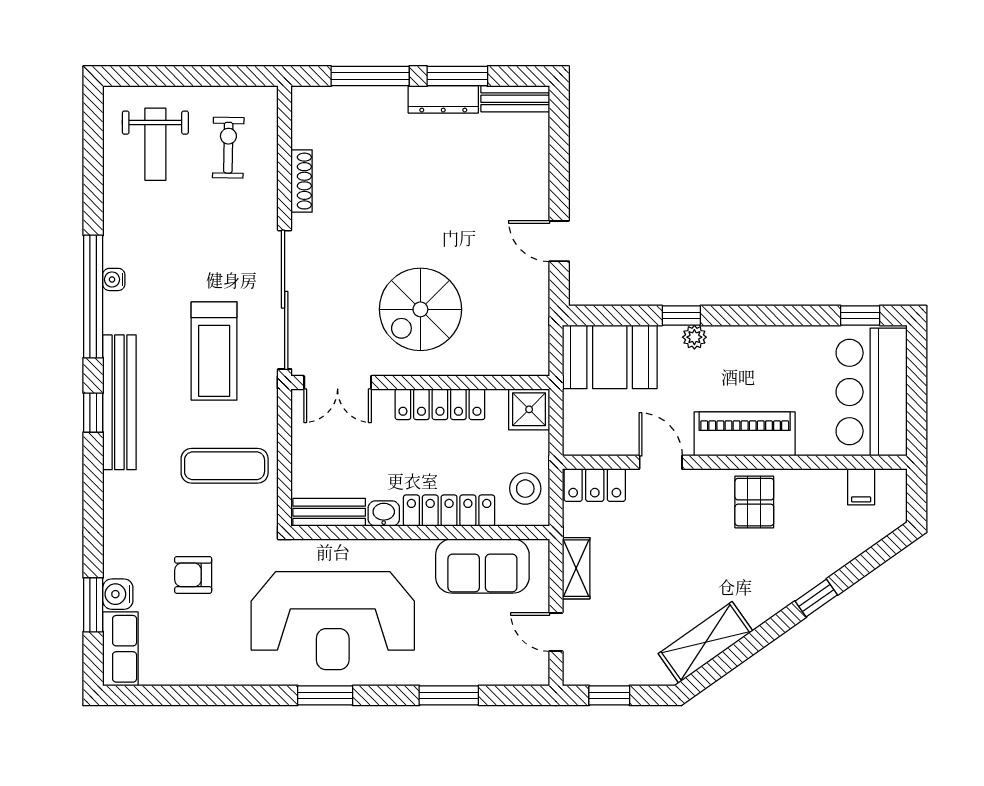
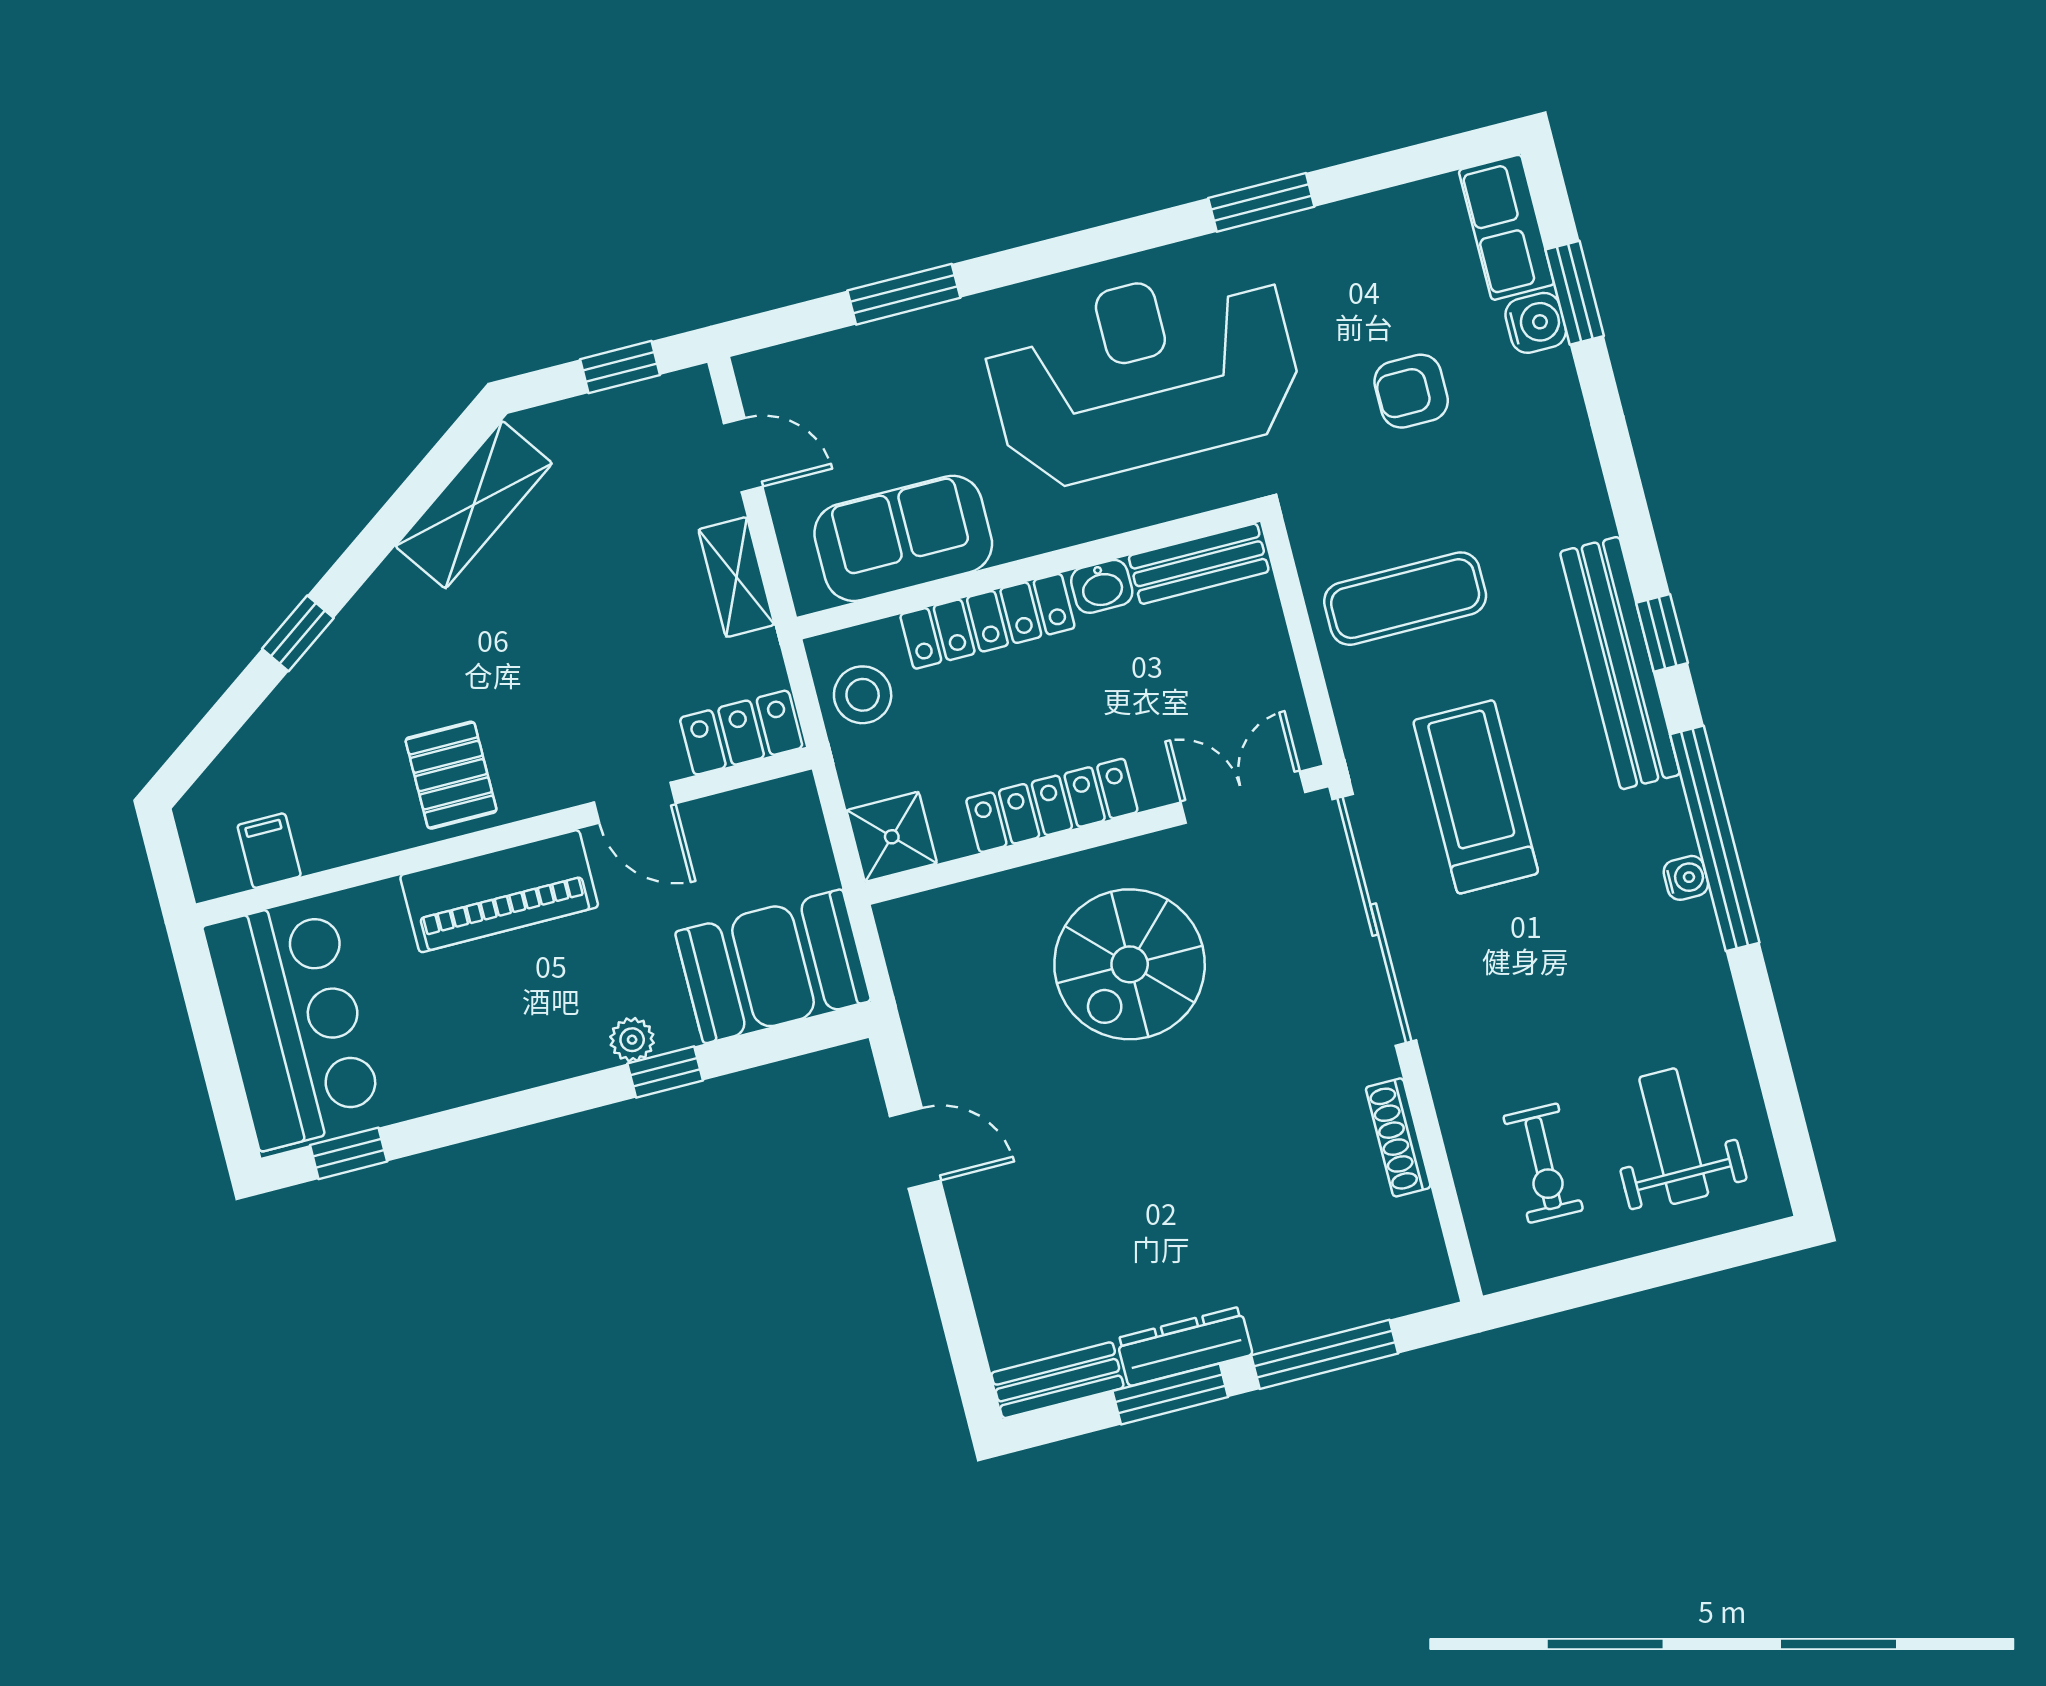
spiral stairs: (420, 309) -> (1130, 964), turned 180
armchair: (193, 575) -> (1411, 391), turned 180
window: (325, 695) -> (1261, 202), moved

